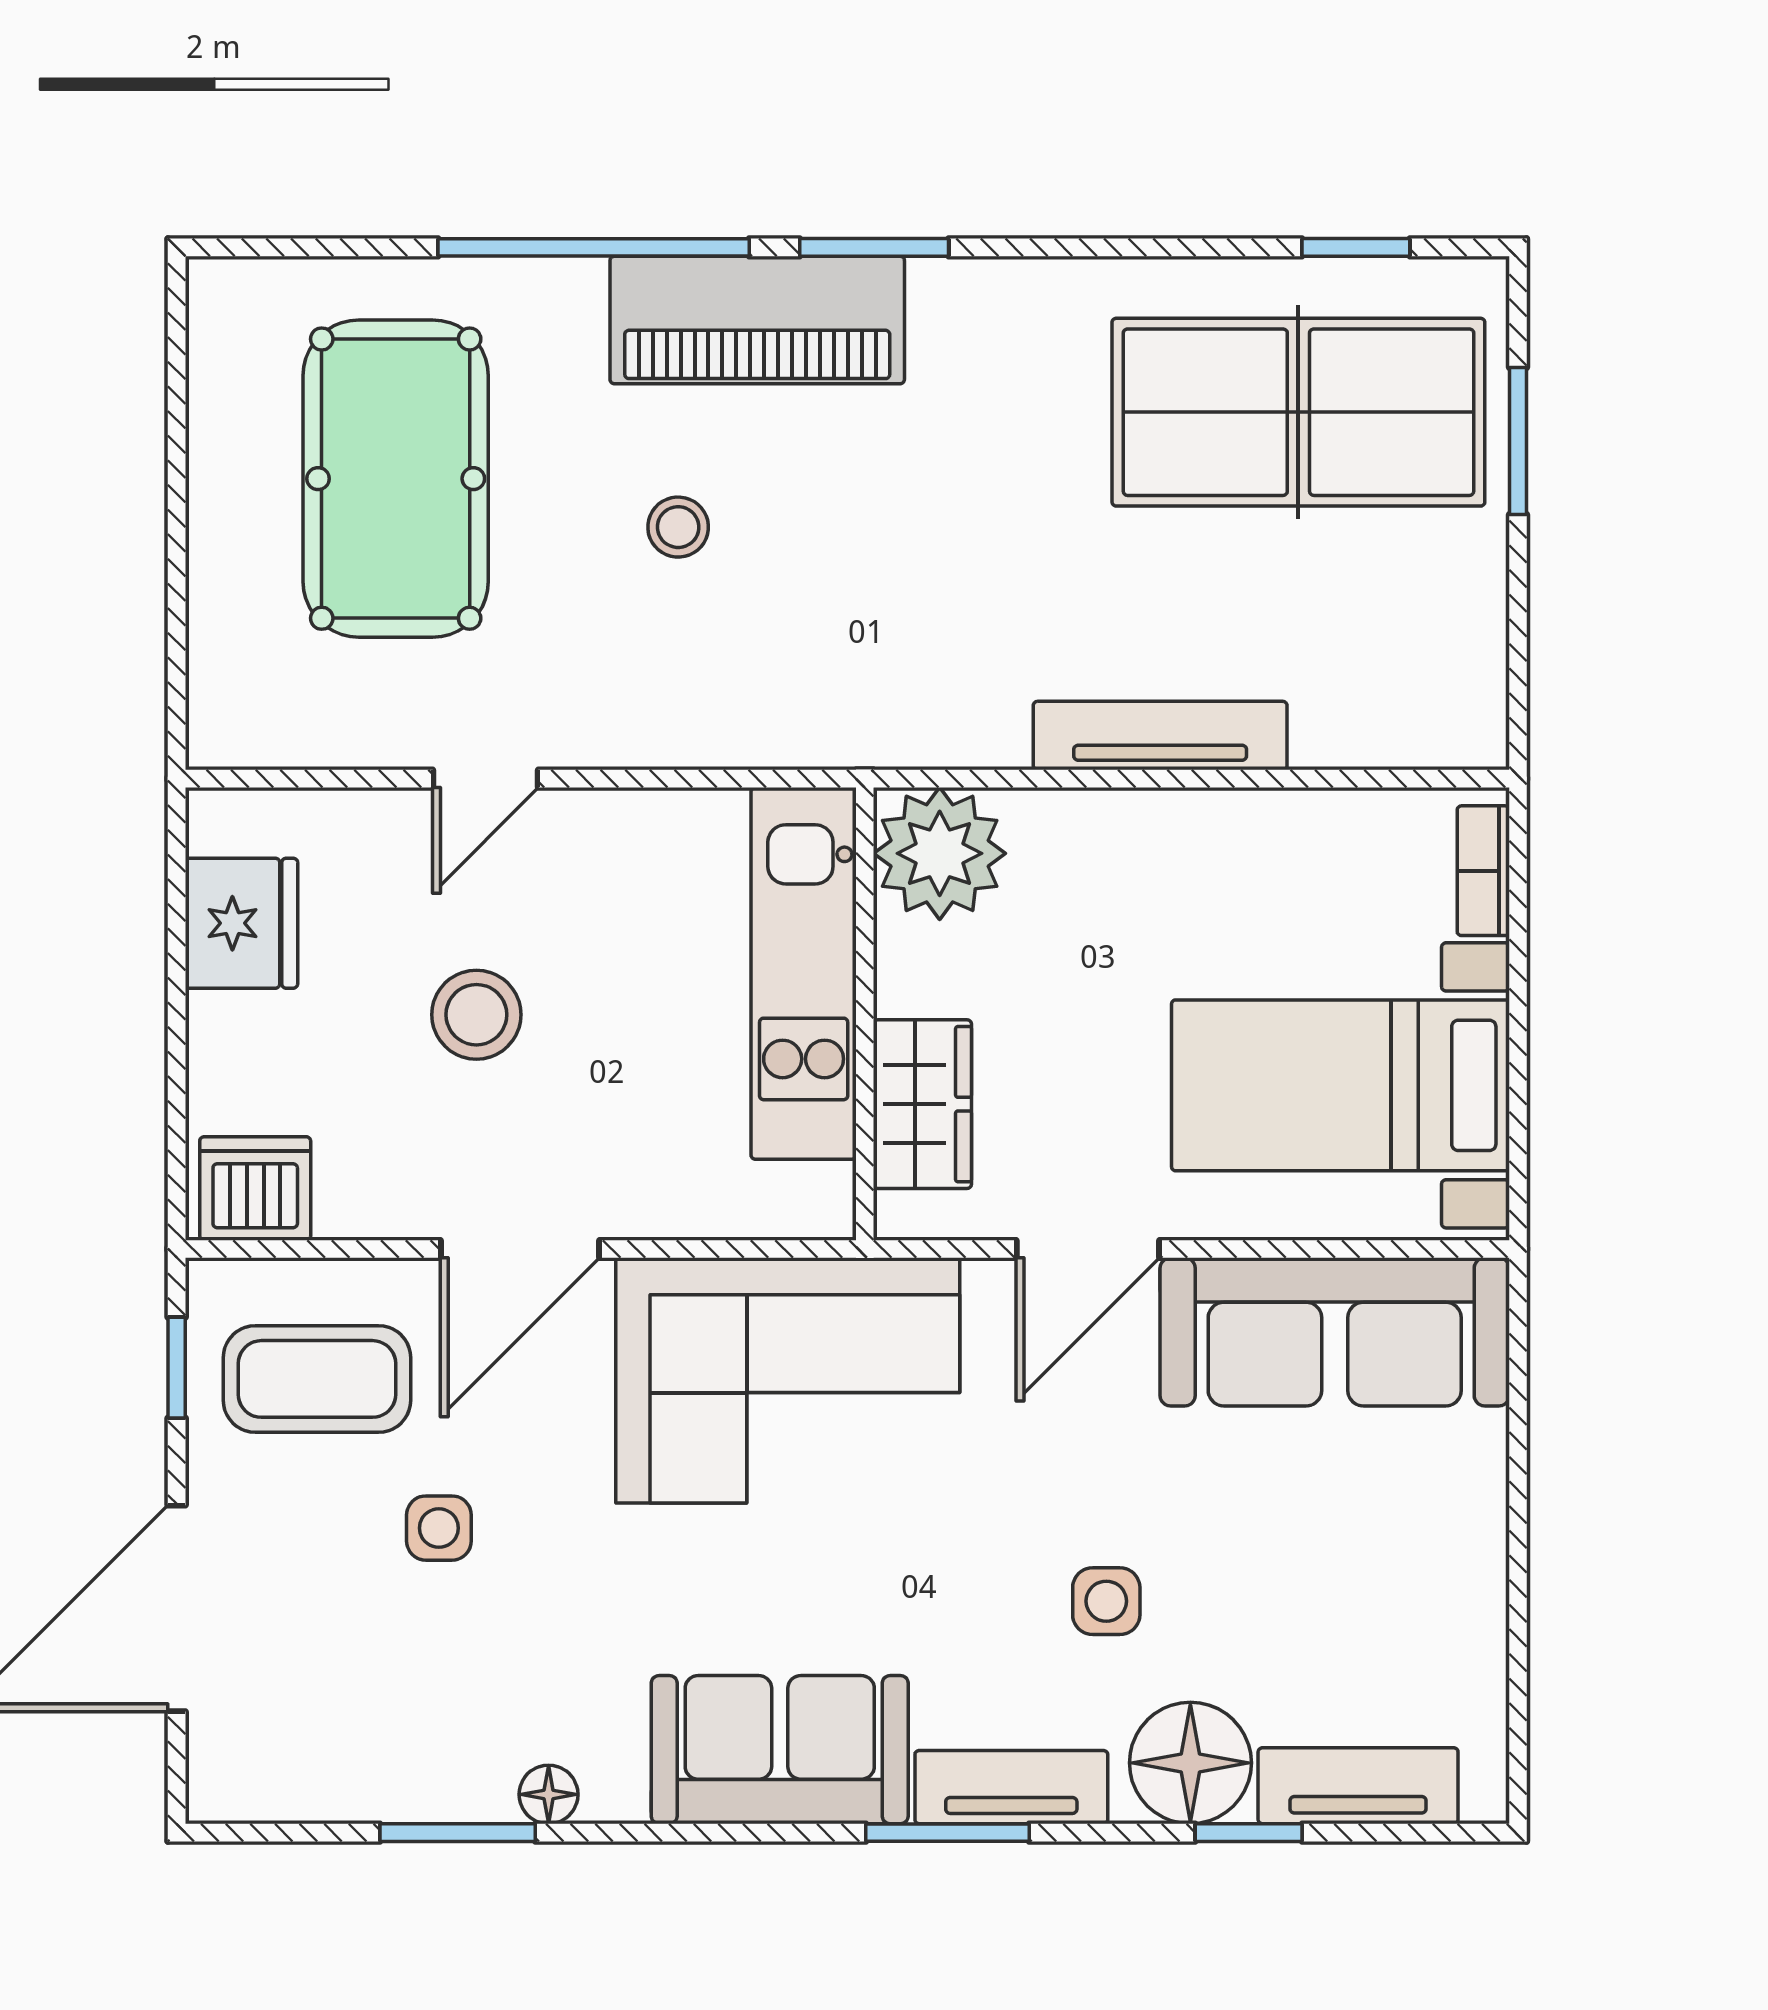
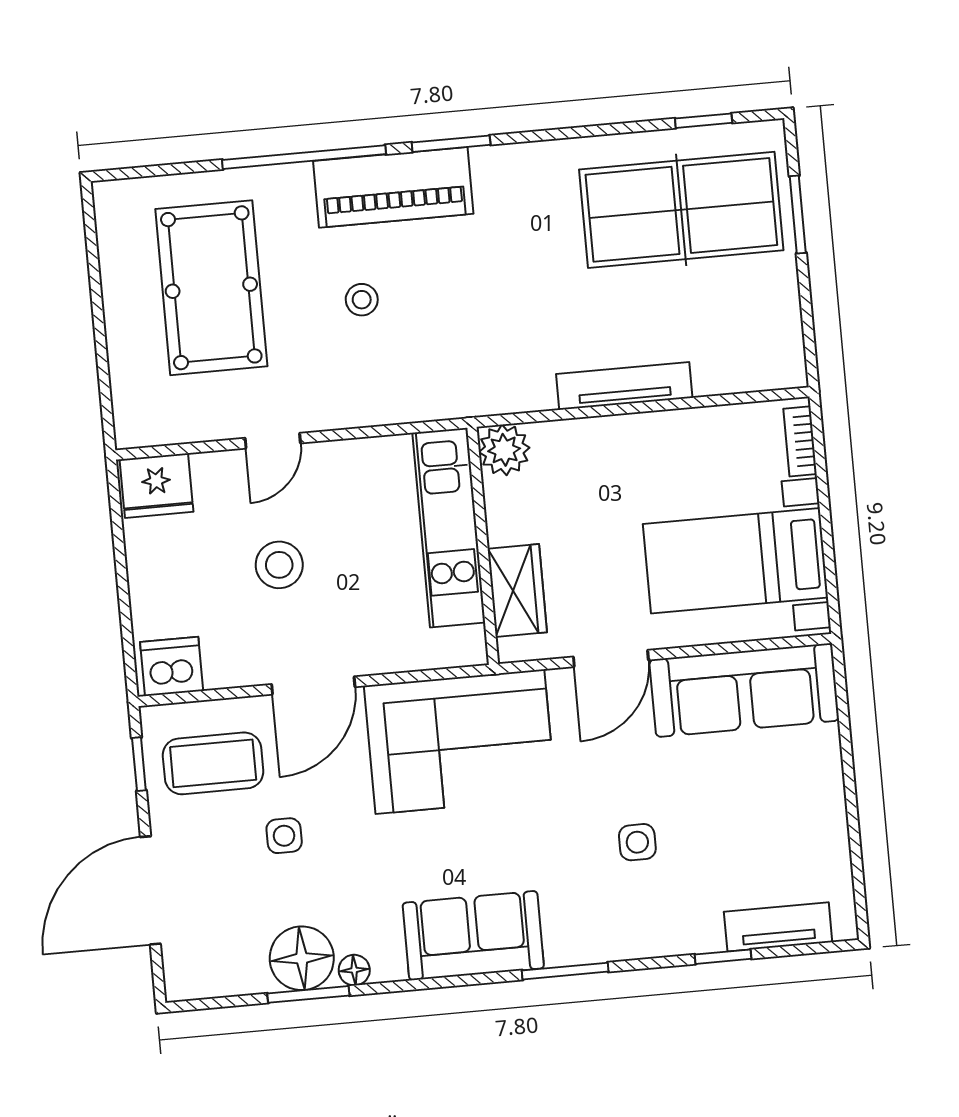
plant: (940, 853) -> (504, 450), width x0.73, depth x0.73
fridge: (241, 923) -> (157, 486), moved, turned 90
floor lamp: (1190, 1763) -> (302, 958), moved
tv unit: (1011, 1787) -> (596, 944), removed

